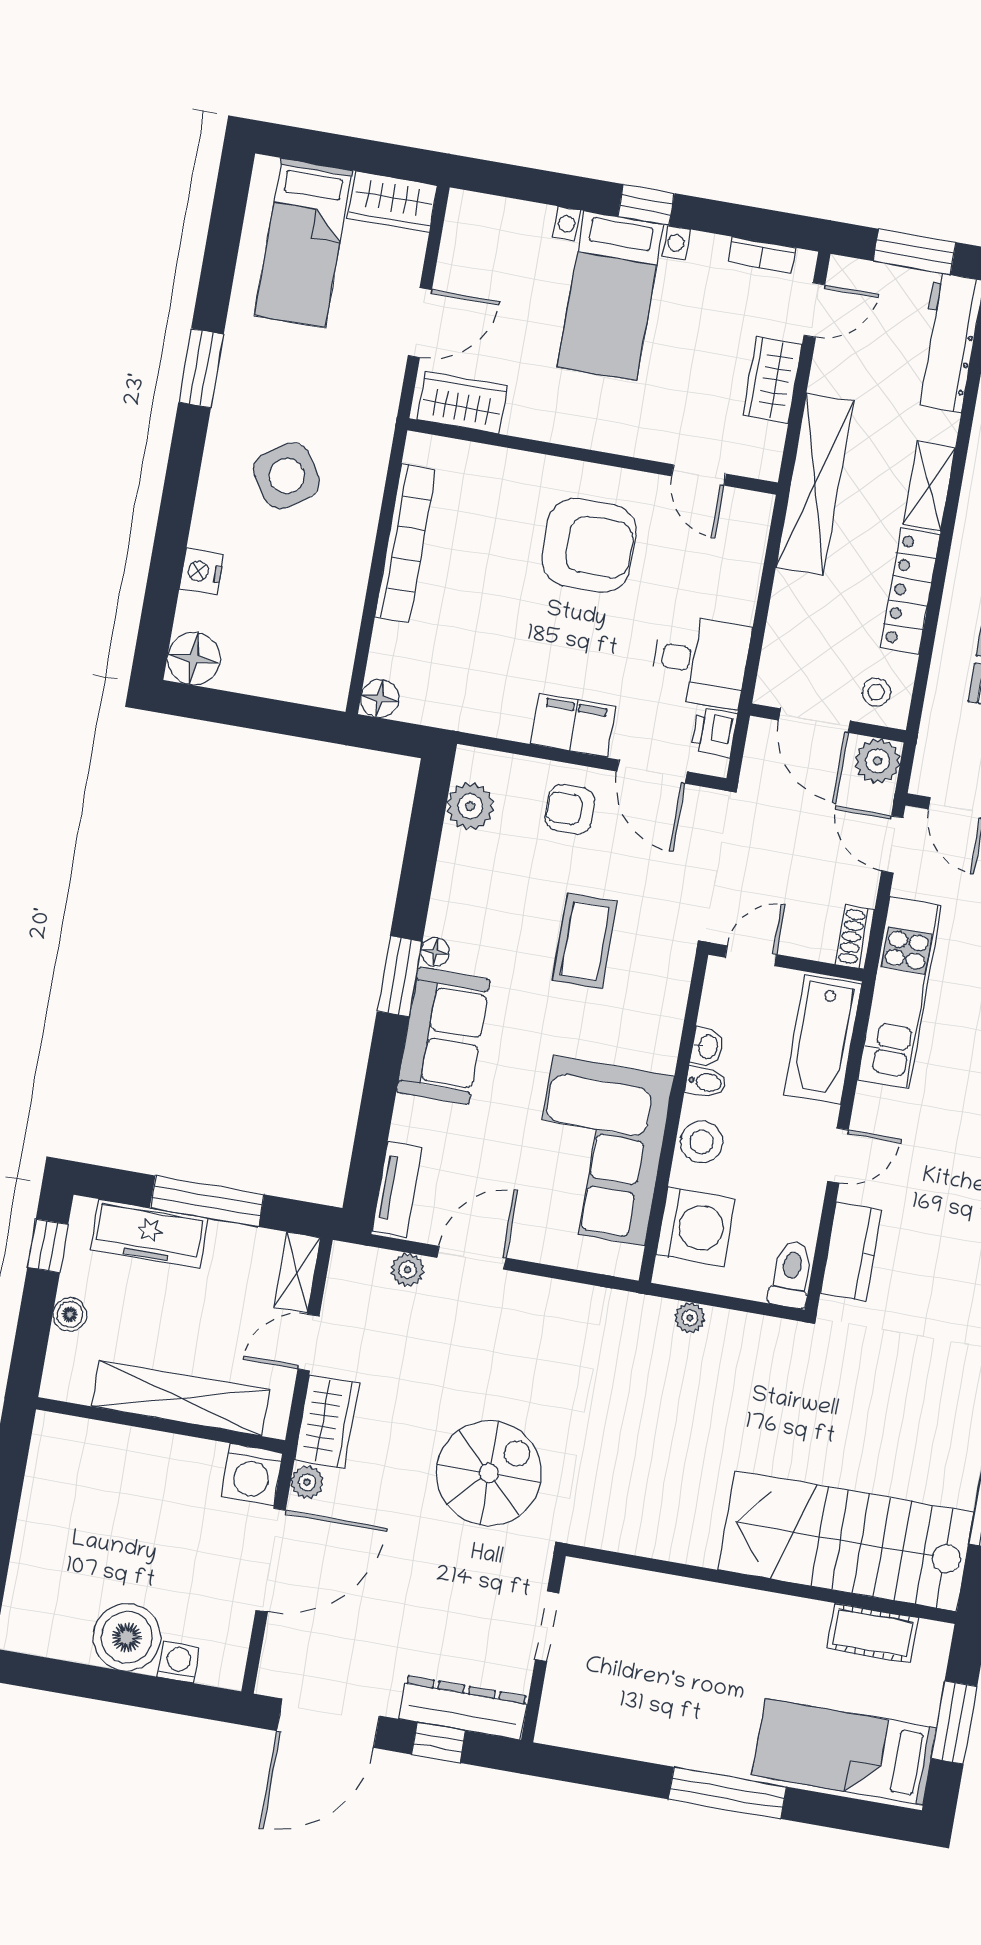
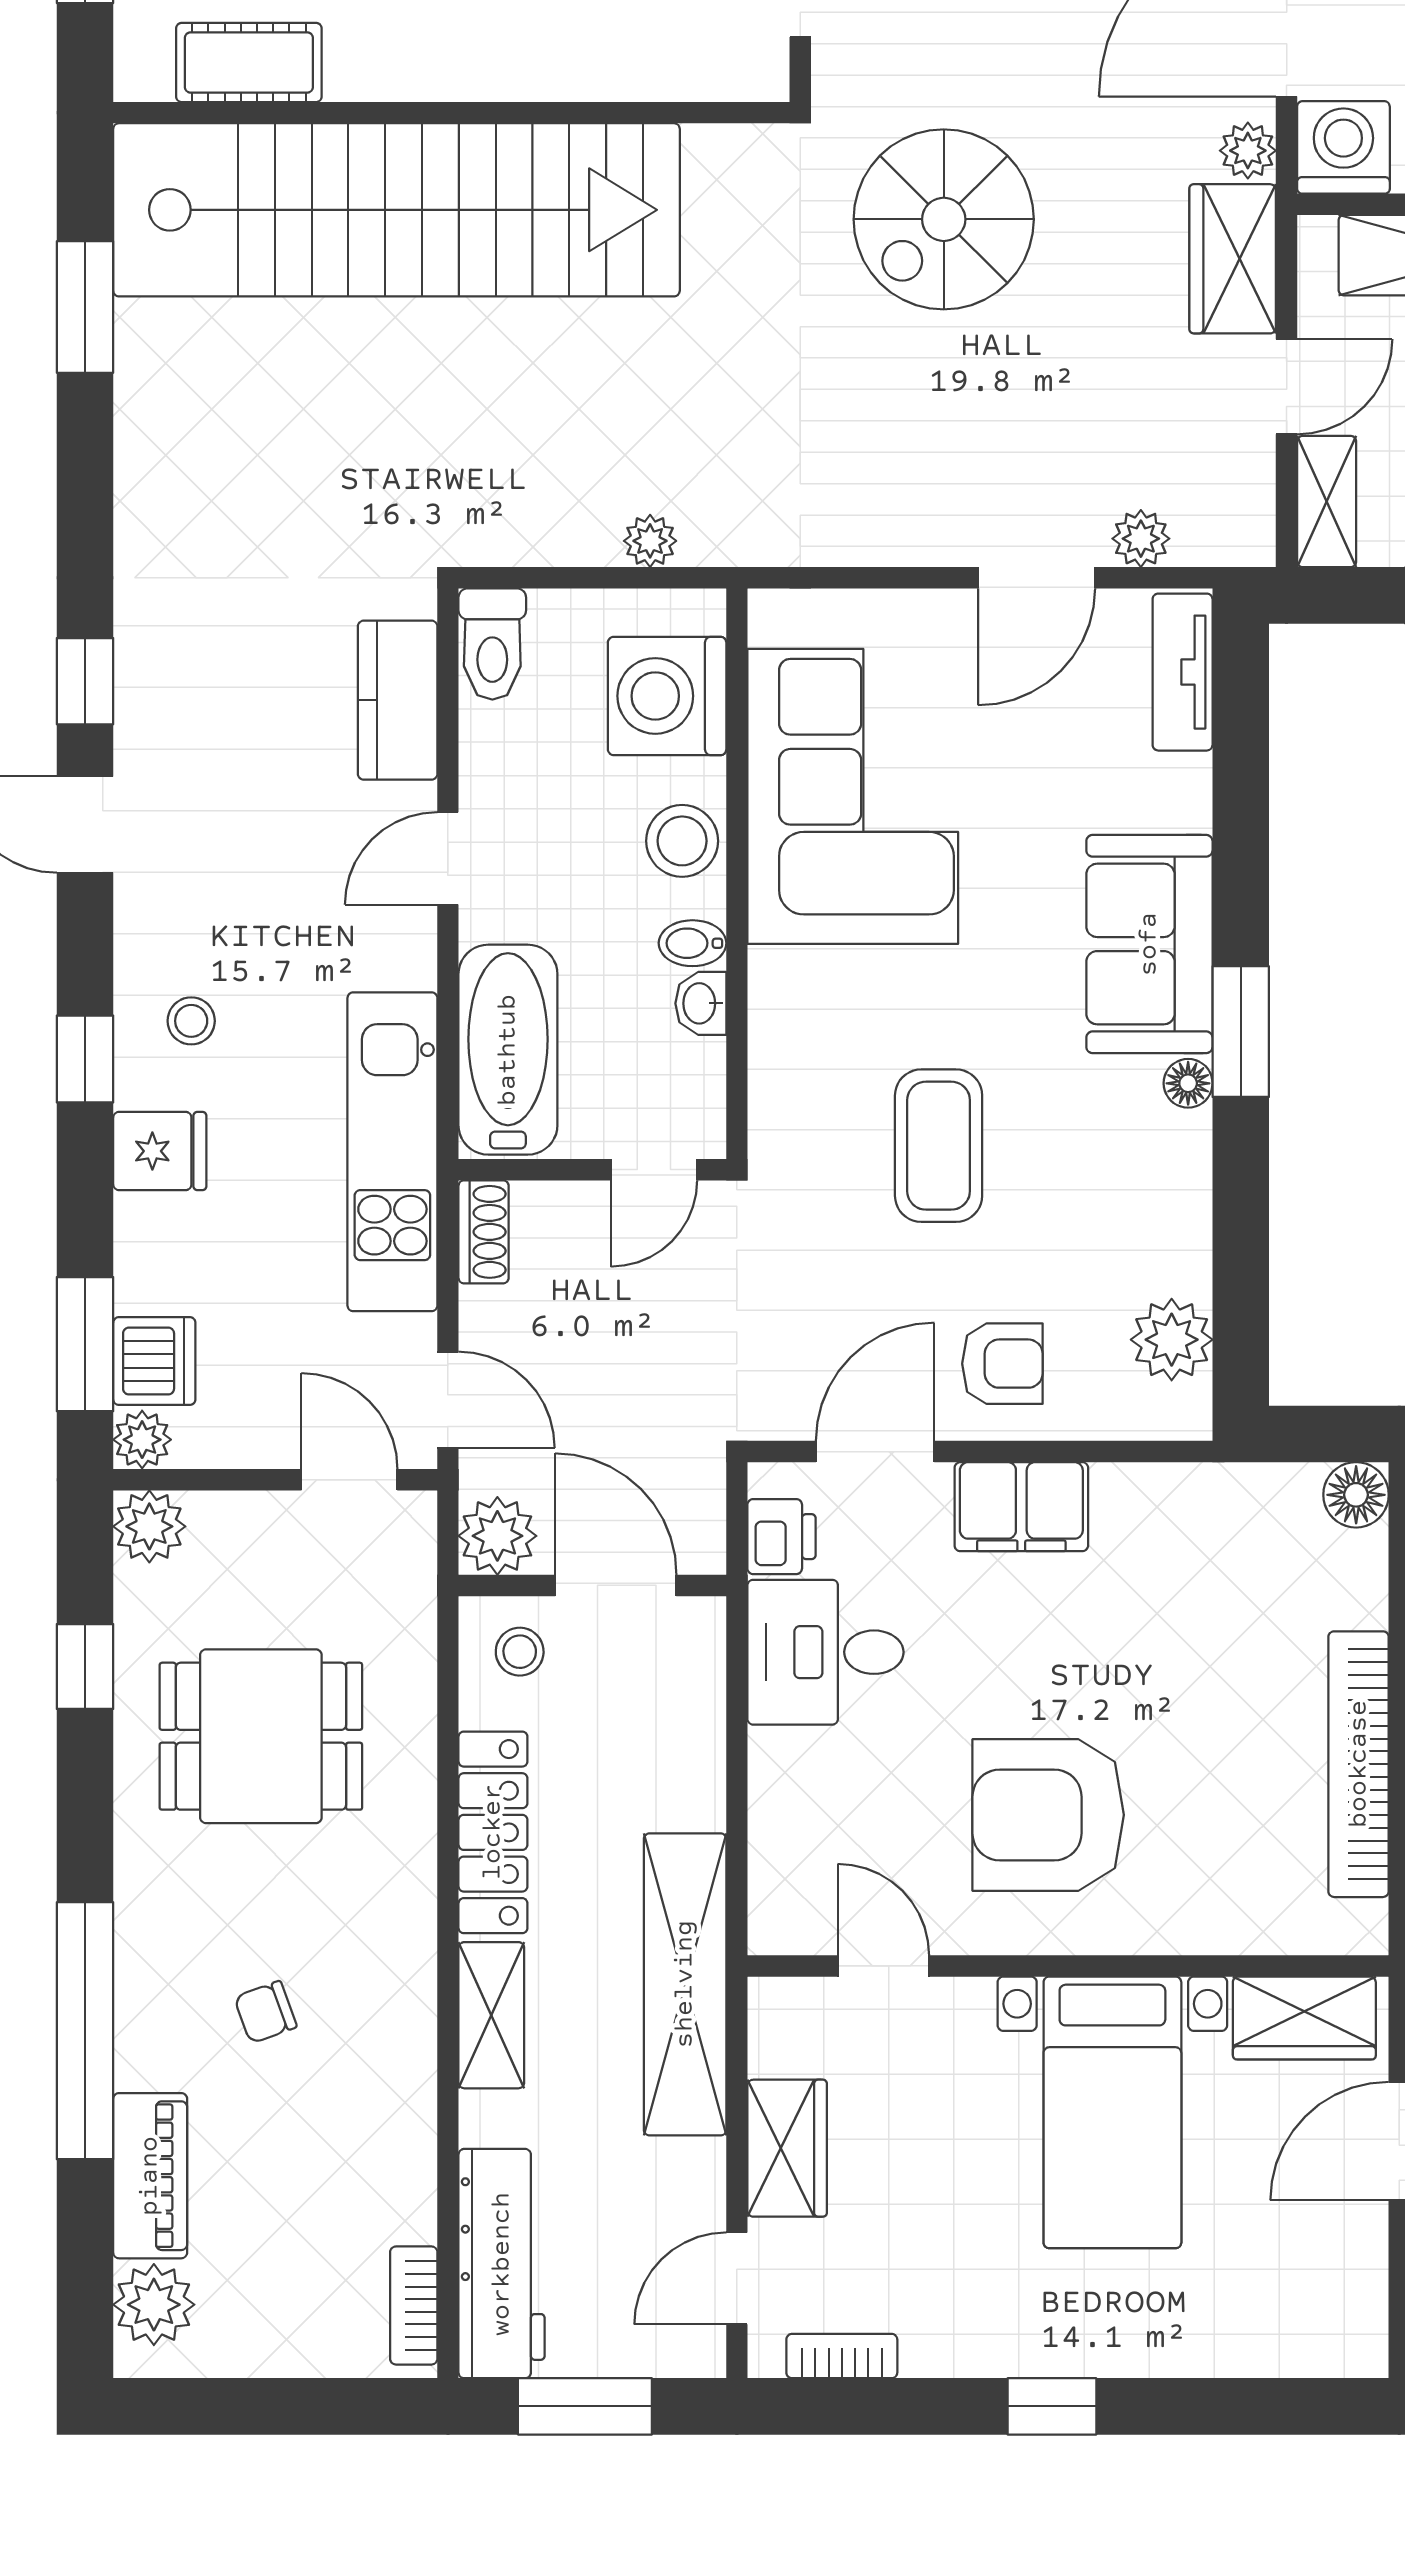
bed with nightstands: (610, 296) -> (1112, 2112), moved, turned 180
door: (652, 772) -> (875, 1452), hinge flipped
stairs: (846, 1541) -> (396, 210), width x1.36

